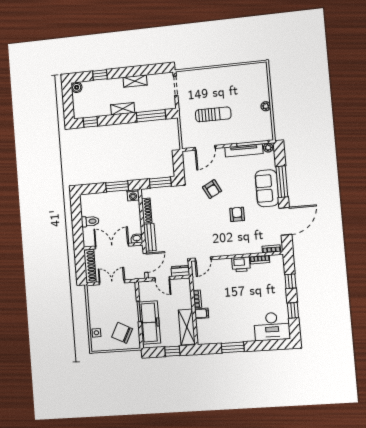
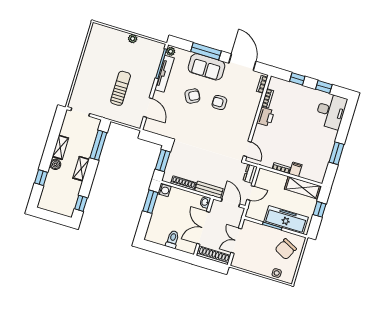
boiler: (77, 87) -> (55, 164), moved
armchair: (212, 189) -> (192, 96), moved

